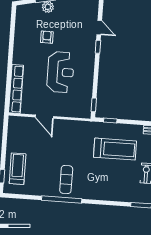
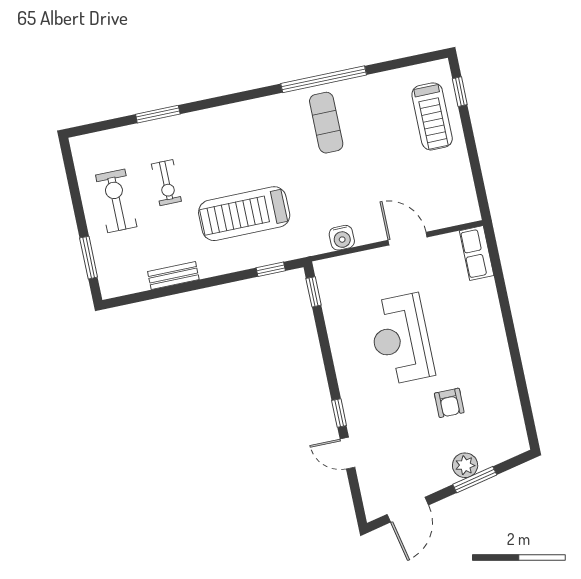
row of seats: (16, 89) -> (477, 253), width x0.50
water cooler: (74, 126) -> (342, 238), added

